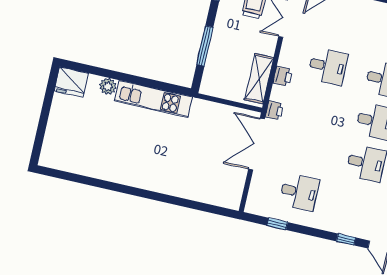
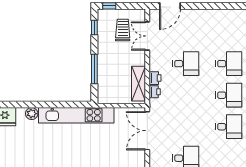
kitchen unit: (153, 99) -> (76, 115), width x1.36
printer: (274, 110) -> (155, 92), moved

